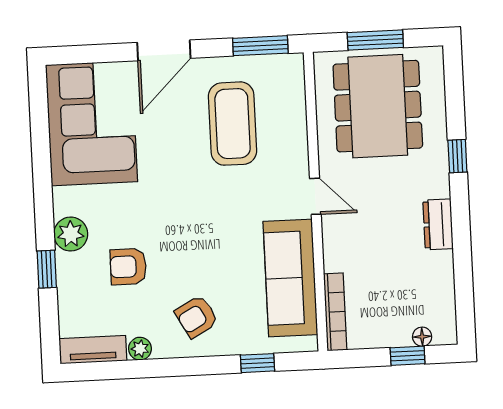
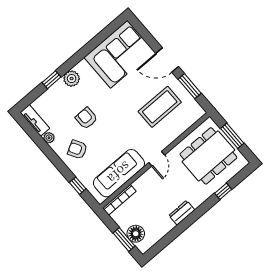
window: (260, 46) -> (190, 86), moved
window: (457, 156) -> (223, 191), moved
armchair: (128, 267) -> (86, 118), moved
floor lamp: (422, 337) -> (136, 234), width x1.89, depth x1.89
window: (408, 356) -> (124, 239), width x1.50

